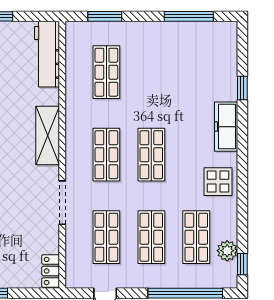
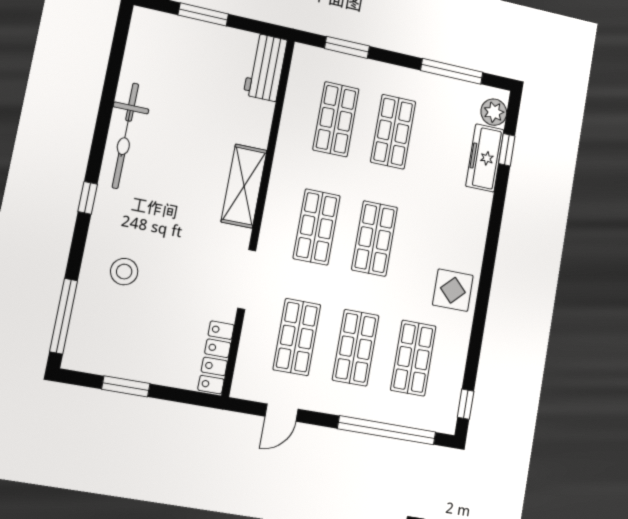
workbench: (47, 54) -> (265, 67), width x0.73
shop shelf: (151, 72) -> (393, 132), added
window: (242, 88) -> (507, 150), moved
freezer: (226, 127) -> (485, 158), moved
plant: (227, 251) -> (494, 112), moved
locker: (51, 271) -> (216, 357), width x1.53

